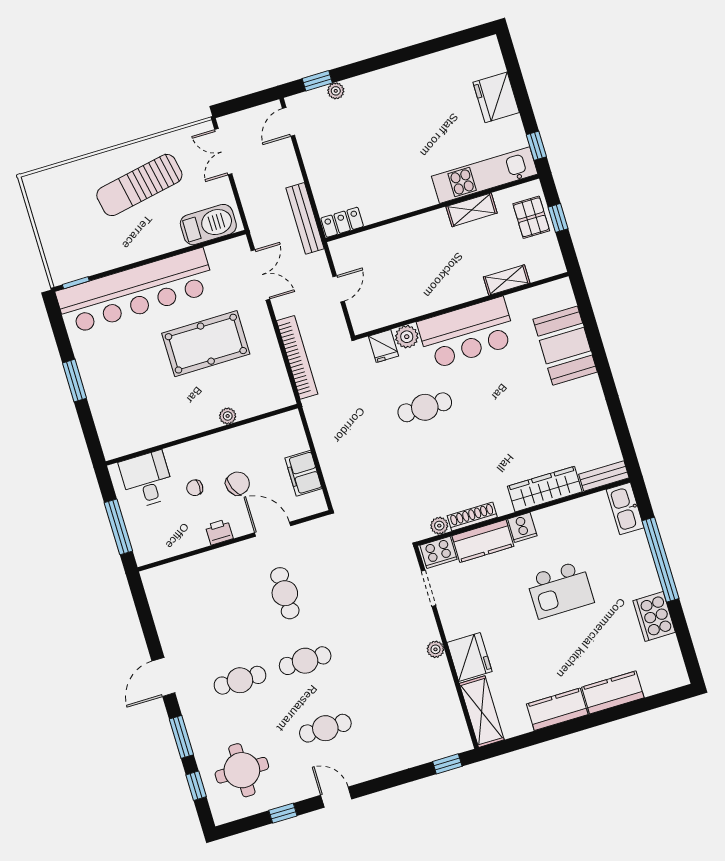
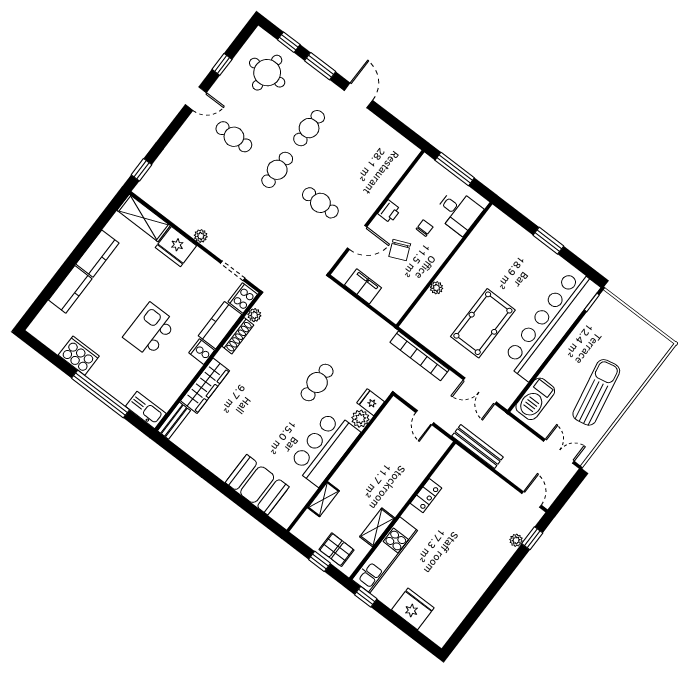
locker: (342, 222) -> (426, 496), moved
cafe table: (325, 728) -> (234, 137), turned 90

